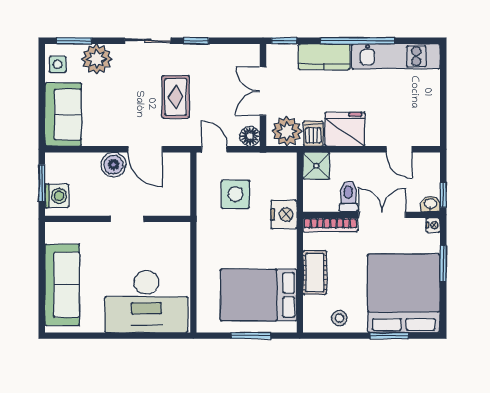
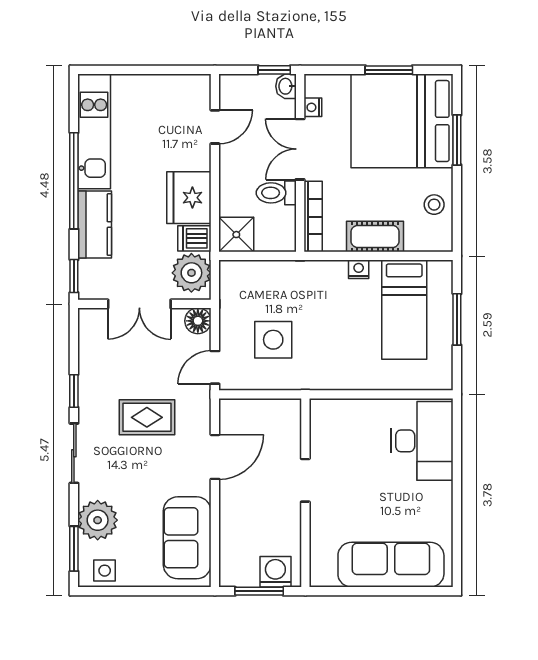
sofa: (63, 115) -> (187, 538), moved, turned -90
boiler: (114, 165) -> (235, 498), removed
nightstand: (284, 215) -> (359, 269), moved, width x0.53, depth x0.56
nightstand: (433, 225) -> (313, 107), moved, turned -90
window: (443, 264) -> (389, 70), moved
bed: (259, 295) -> (404, 310), width x0.67
desk: (146, 302) -> (422, 441), width x0.73, depth x0.77

